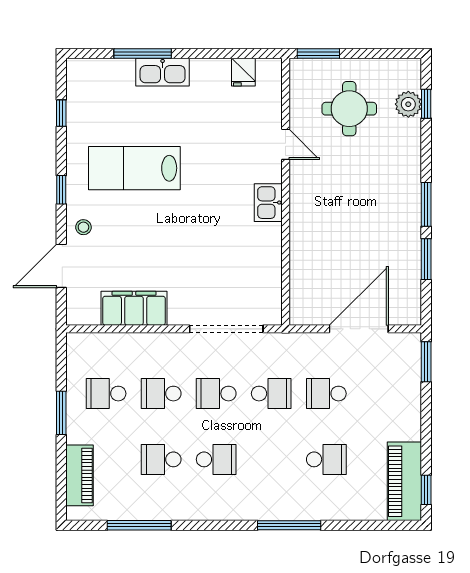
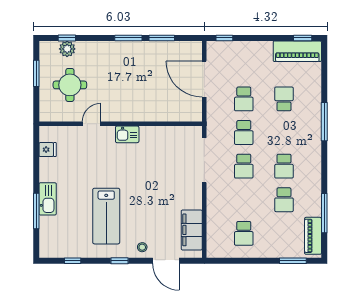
window: (318, 54) -> (36, 73), moved
filing cabinet: (134, 308) -> (192, 230), moved
window: (426, 362) -> (224, 38), width x0.67
school desk: (161, 394) -> (244, 200), removed
school desk: (271, 394) -> (244, 133), turned 180
window: (61, 413) -> (293, 261), moved
school desk: (216, 459) -> (284, 166), turned 180
piano: (80, 475) -> (313, 236), moved, turned -90

